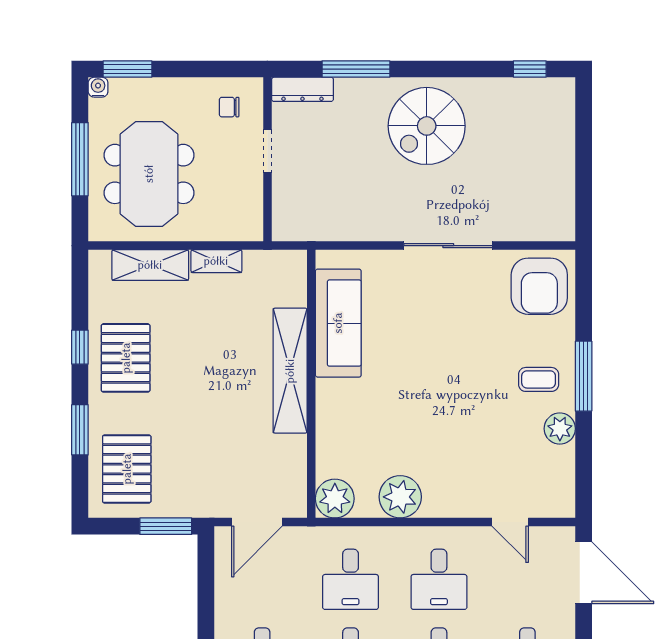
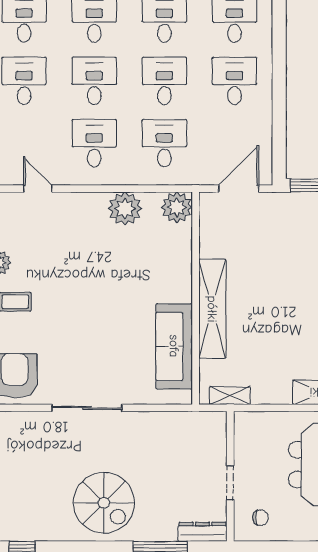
spiral stairs: (427, 126) -> (104, 503), turned 90
shelving: (216, 261) -> (230, 396), moved

